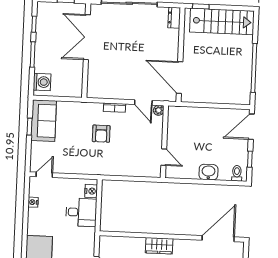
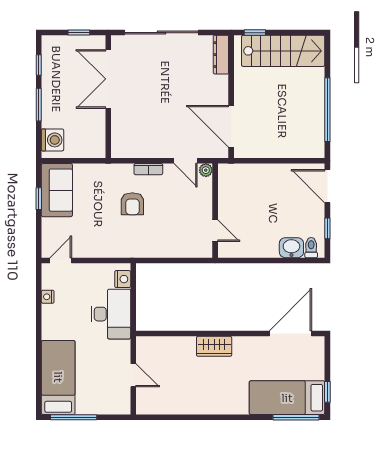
dresser: (174, 18) -> (221, 55), width x1.44
door: (251, 127) -> (327, 186), hinge flipped
washbasin: (208, 172) -> (291, 248), moved
desk: (81, 212) -> (111, 314), width x1.37

